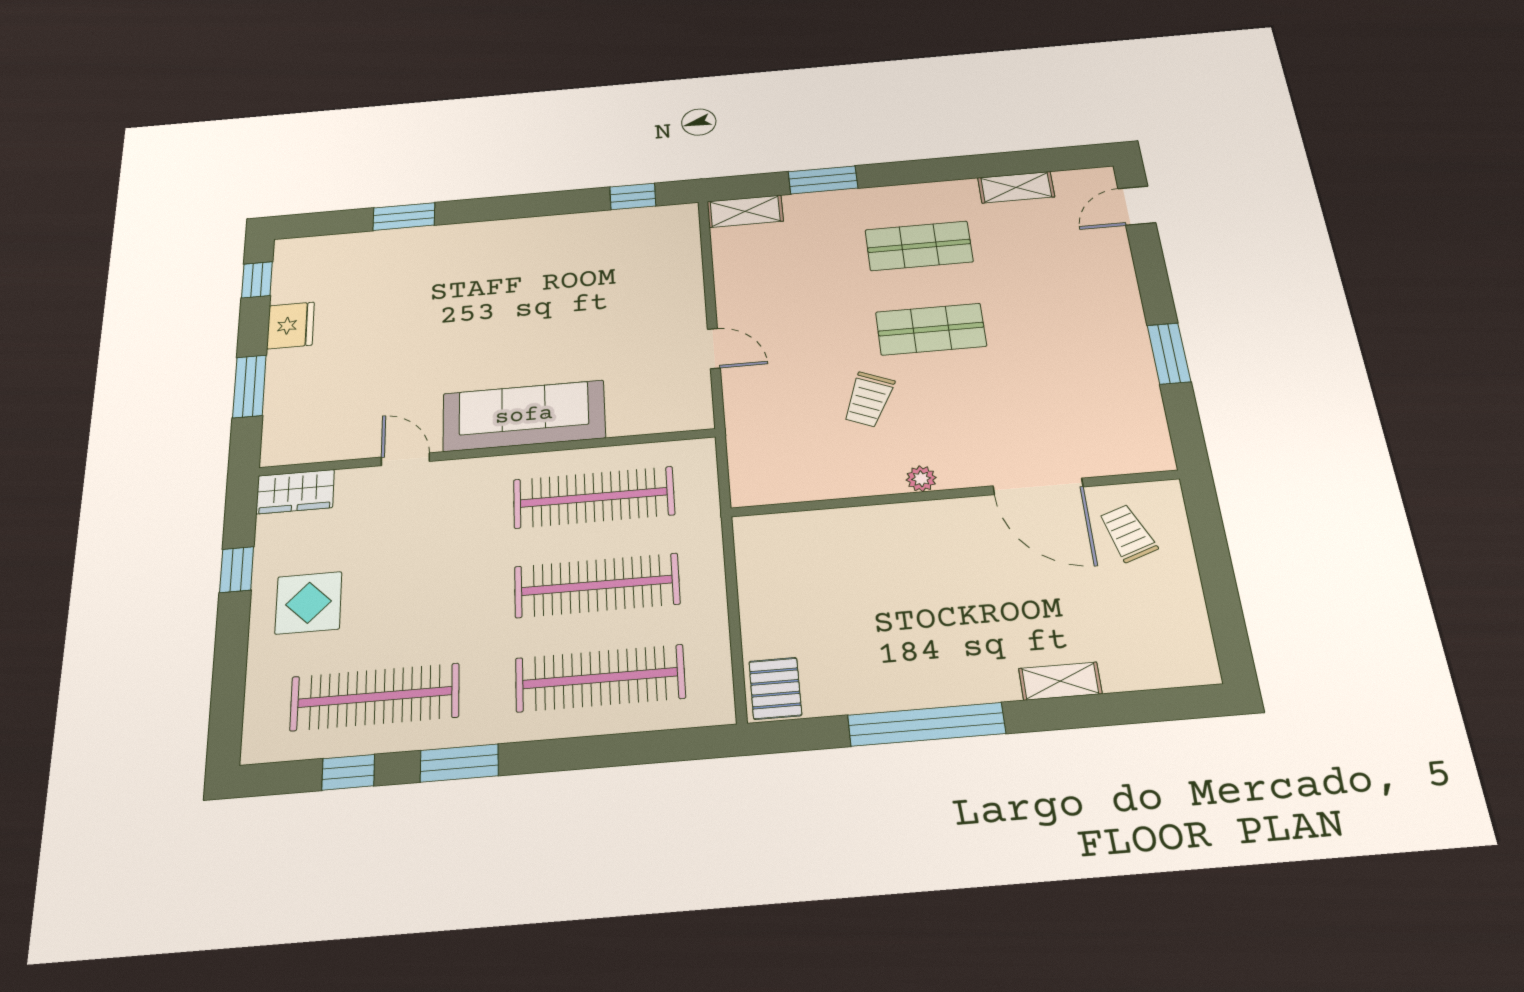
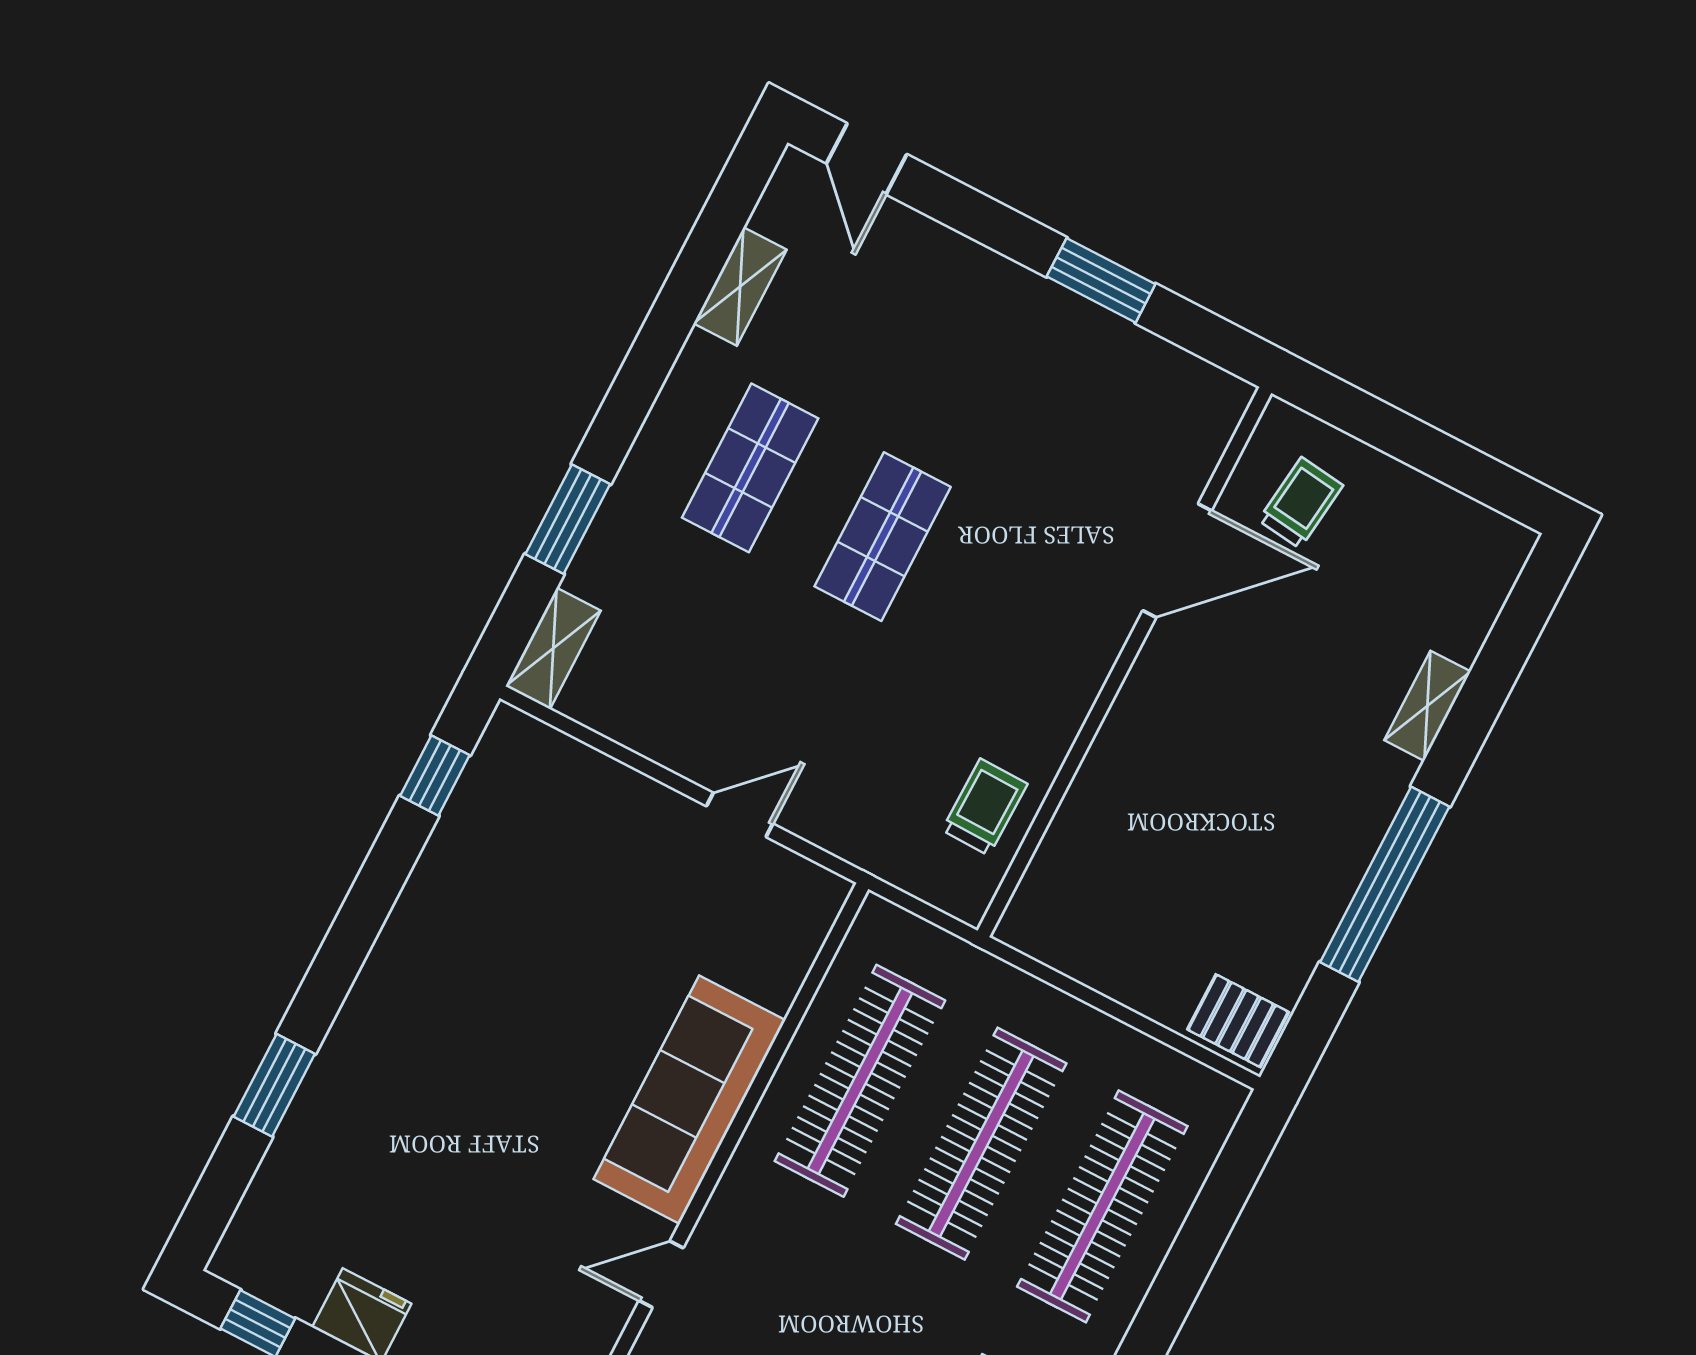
trolley: (869, 399) -> (985, 807), moved, turned -112
plant: (921, 479) -> (1081, 687), removed
trolley: (1128, 533) -> (1301, 503), turned 117

